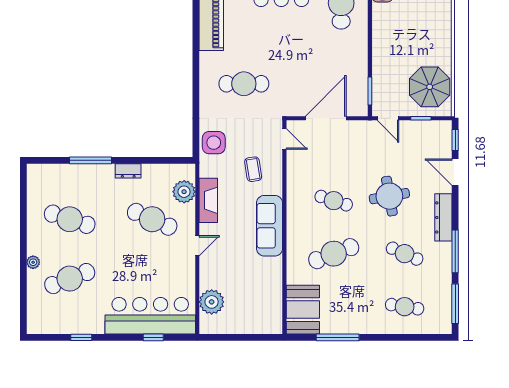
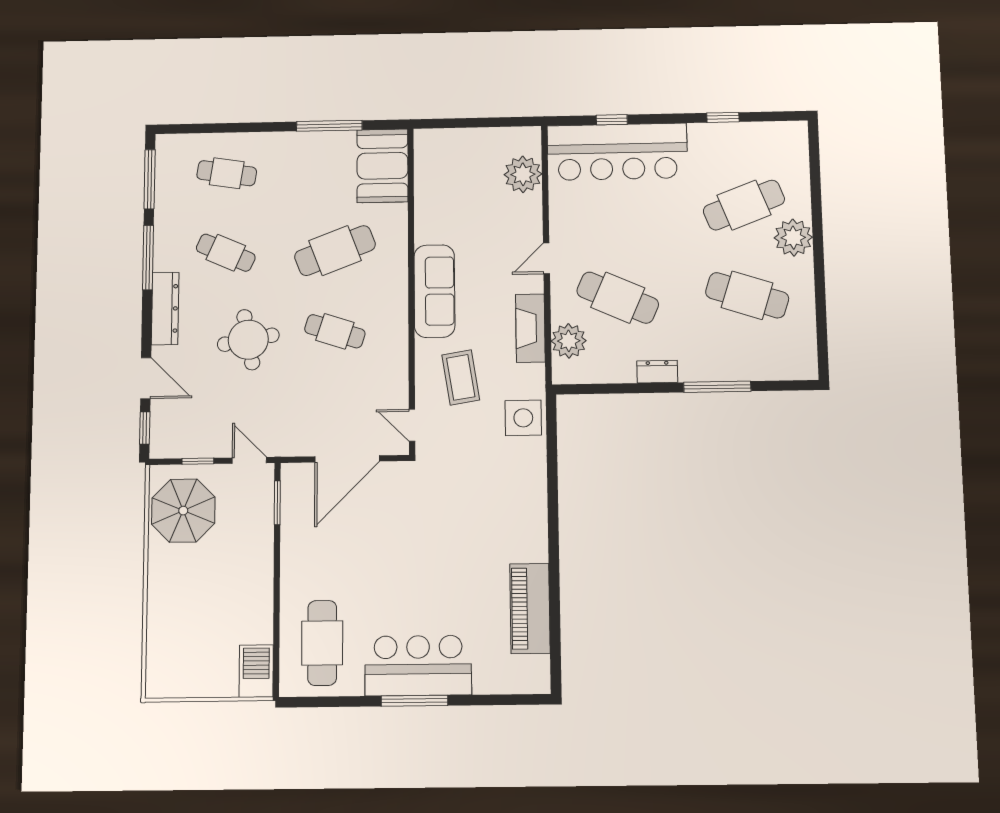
cafe table: (244, 84) -> (477, 511), removed
coffee table: (253, 169) -> (461, 377), width x1.36, depth x1.30
plant: (33, 262) -> (793, 238), width x1.87, depth x1.87

